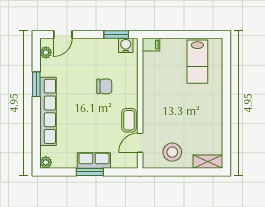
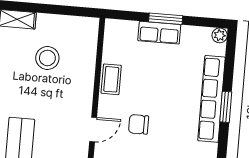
window: (36, 84) -> (226, 107), moved
door: (140, 143) -> (93, 130), moved
stool: (172, 152) -> (47, 58), moved

